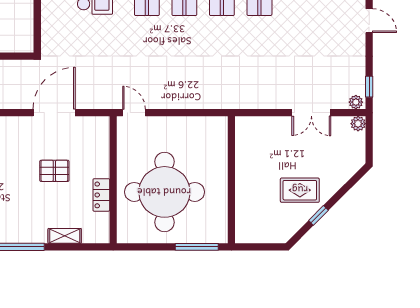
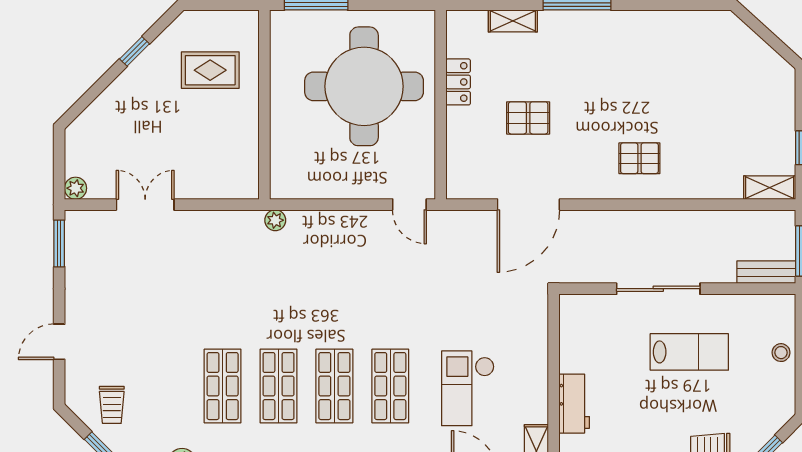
door: (369, 21) -> (59, 342), hinge flipped
window: (369, 87) -> (59, 243), width x1.50
plant: (356, 102) -> (275, 220), moved
rug: (300, 190) -> (210, 70), moved

